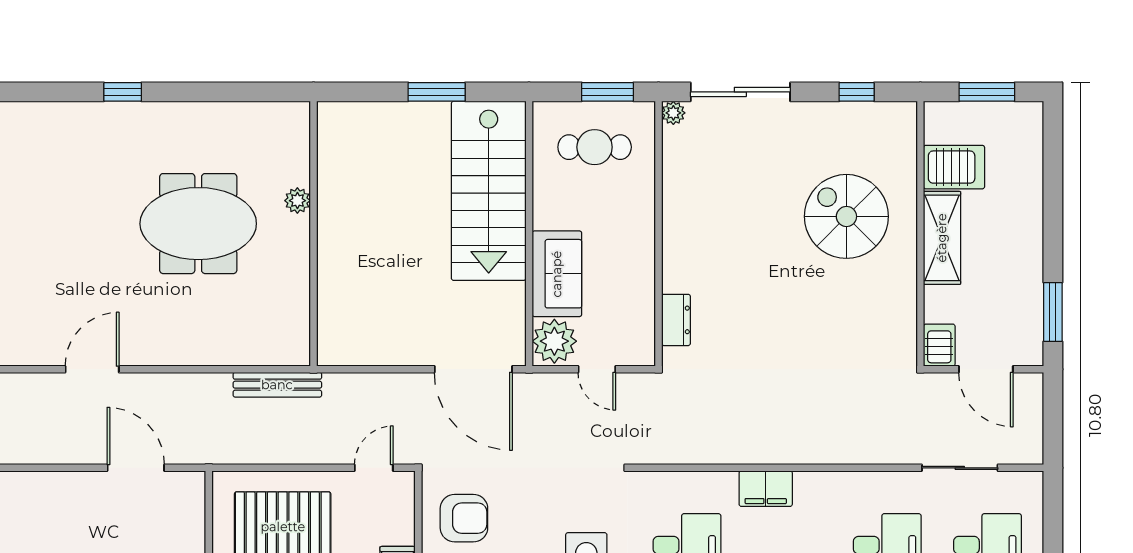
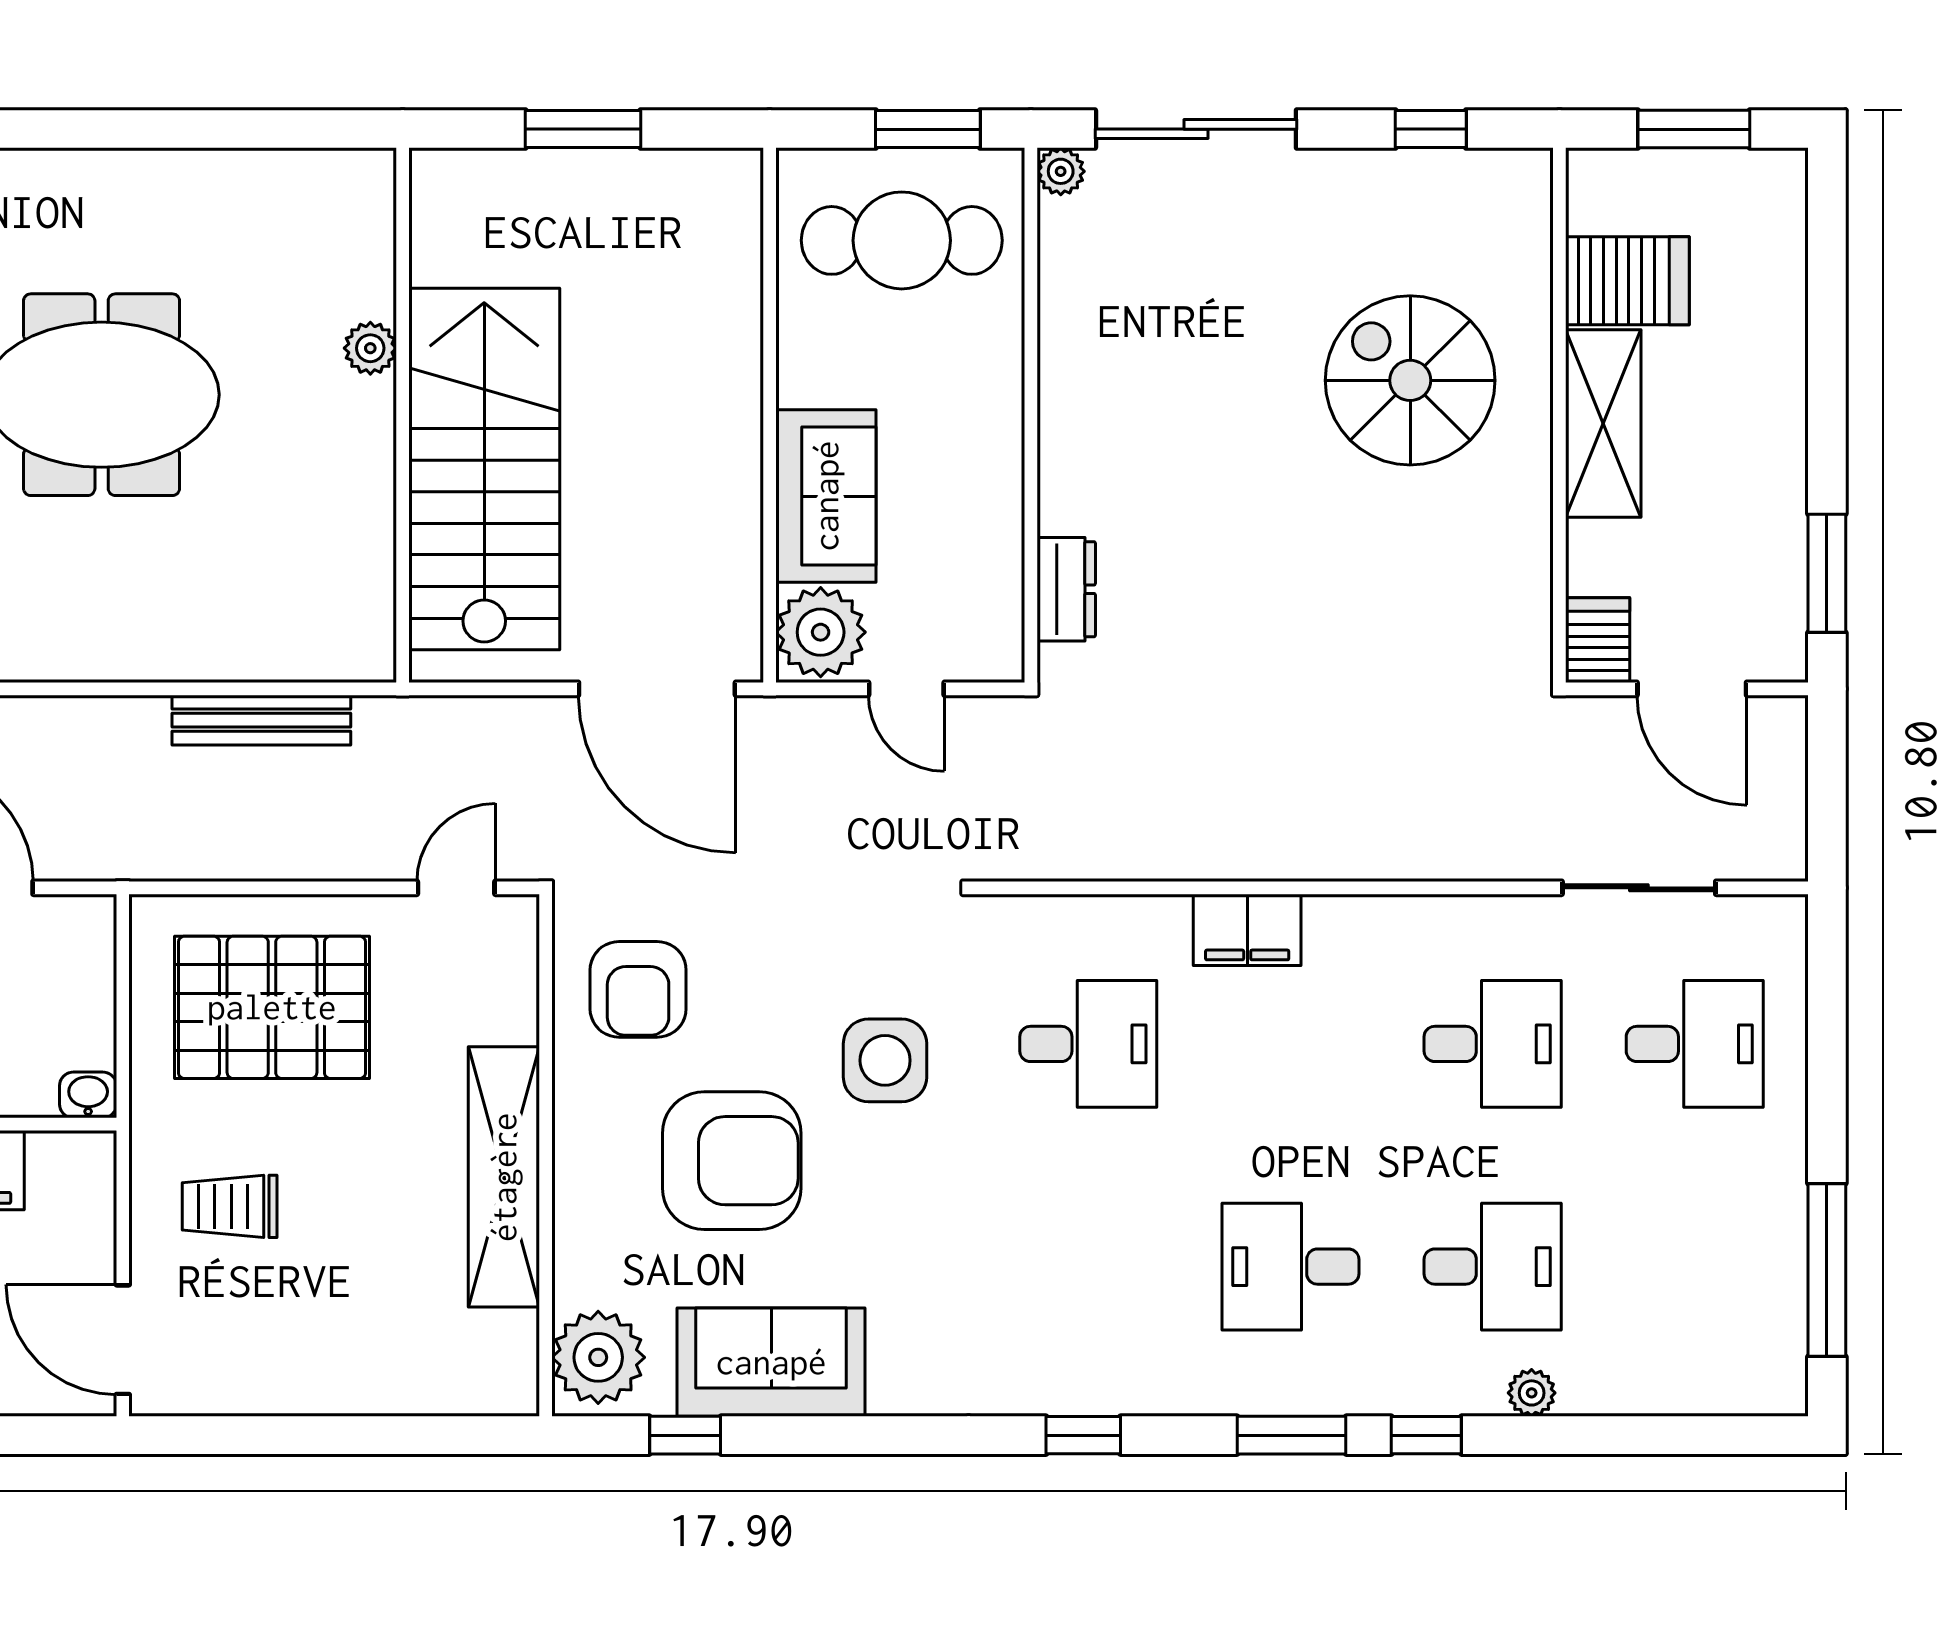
cafe table: (595, 147) -> (902, 240), width x1.37, depth x1.35
stairs: (489, 191) -> (484, 469), moved, turned 180
plant: (297, 201) -> (370, 348), moved
wall: (313, 234) -> (403, 415), moved
armchair: (464, 518) -> (638, 989), turned 90

